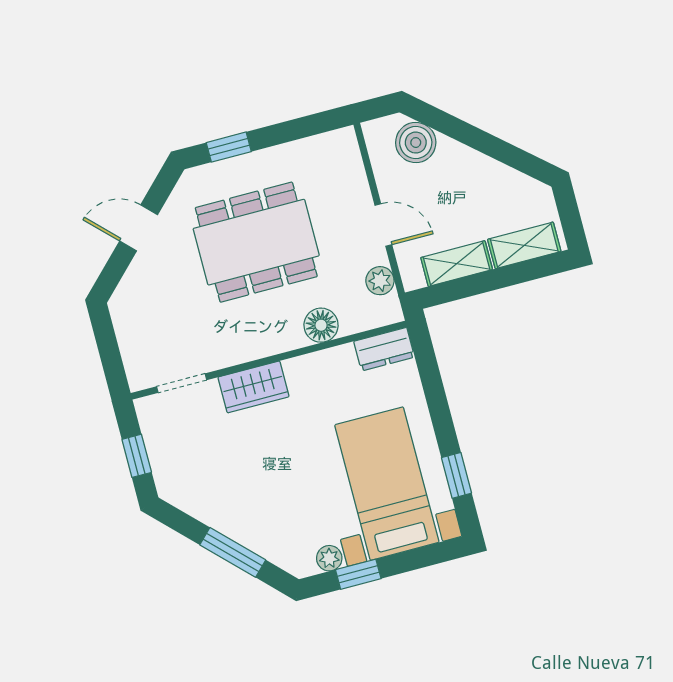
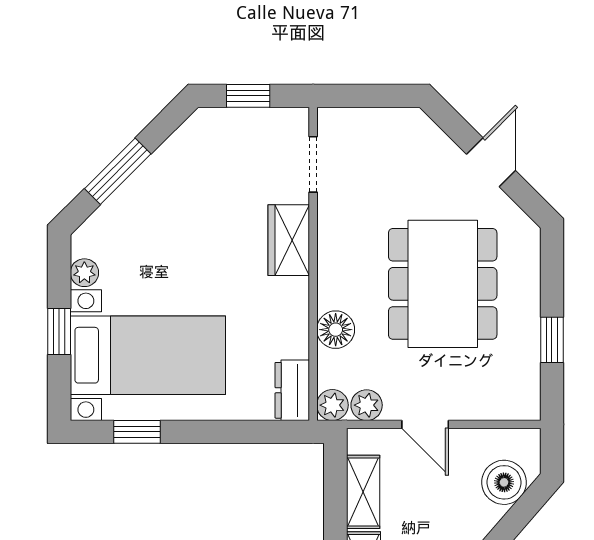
window: (229, 147) -> (552, 340), moved
door: (383, 225) -> (425, 424), hinge flipped
plant: (388, 311) -> (332, 405), added
window: (358, 574) -> (59, 332), moved

